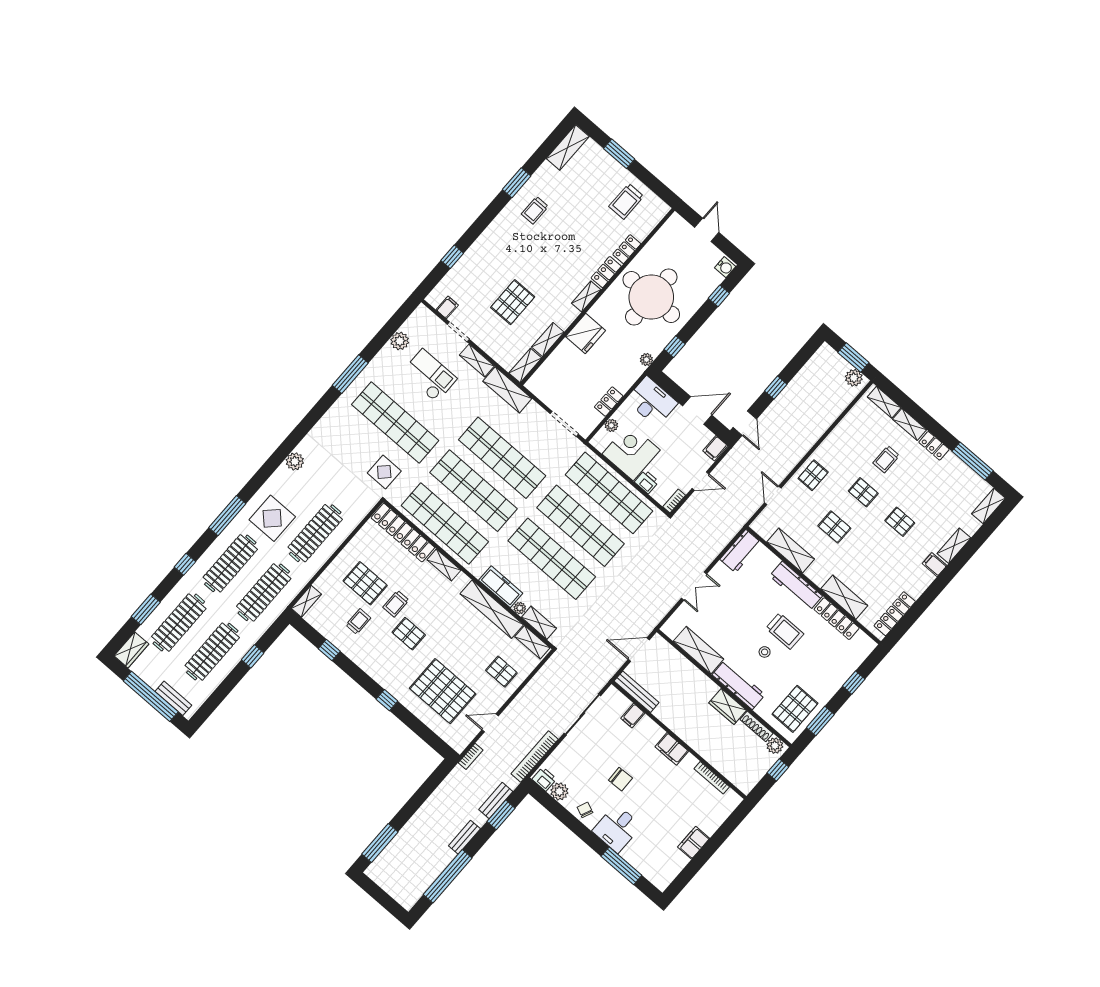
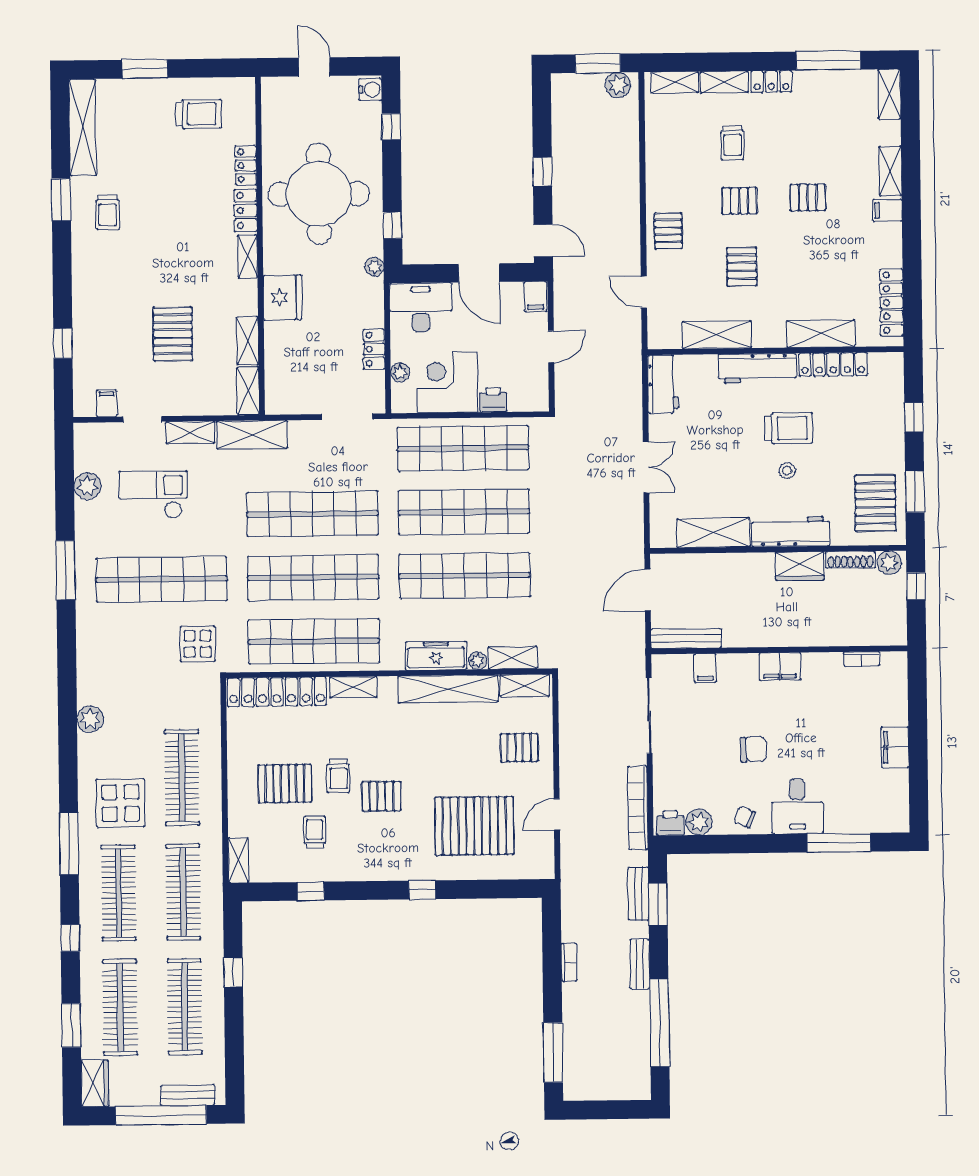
shelving: (568, 147) -> (83, 127), width x1.47
trolley: (626, 201) -> (199, 114), turned -90
door: (697, 410) -> (479, 273), swing flipped
bookcase: (674, 501) -> (542, 394), removed
pallet: (834, 527) -> (742, 267), turned 90
bookcase: (471, 756) -> (569, 962), moved
bookcase: (712, 778) -> (862, 659), width x0.64

